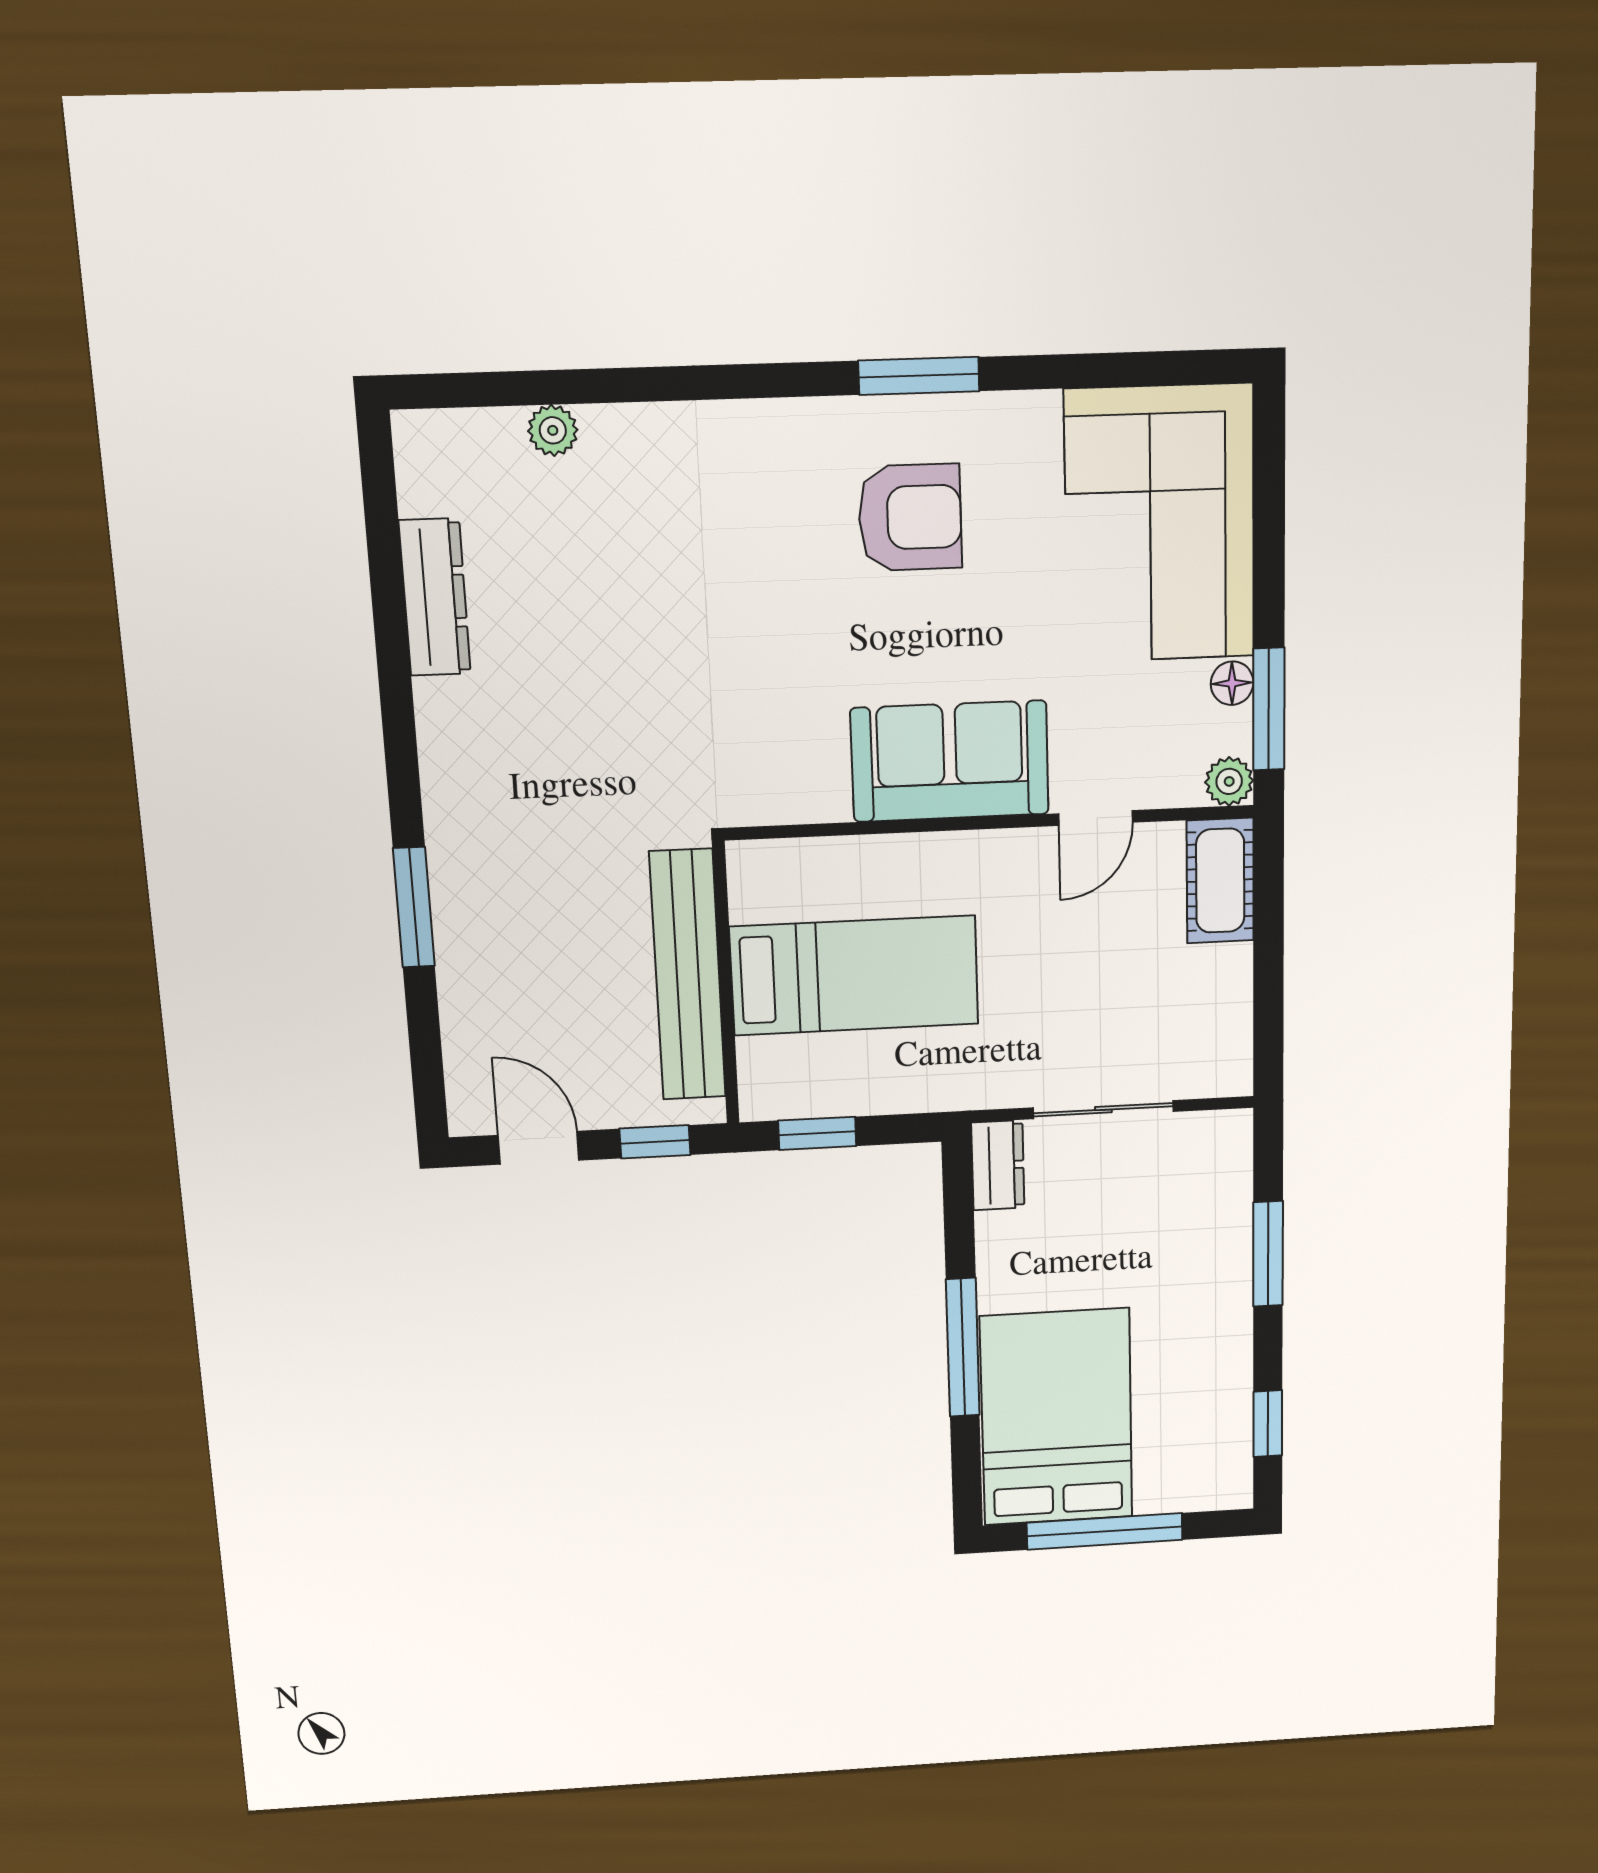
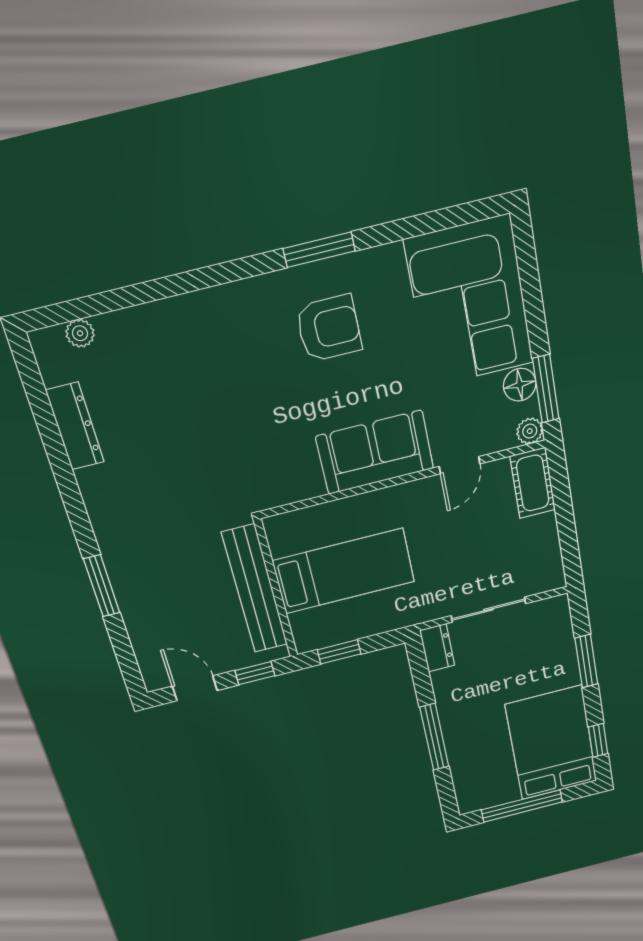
plant: (553, 430) -> (80, 333), moved
floor lamp: (1232, 683) -> (520, 385), width x1.37, depth x1.37
bed: (1057, 1417) -> (552, 743), moved

